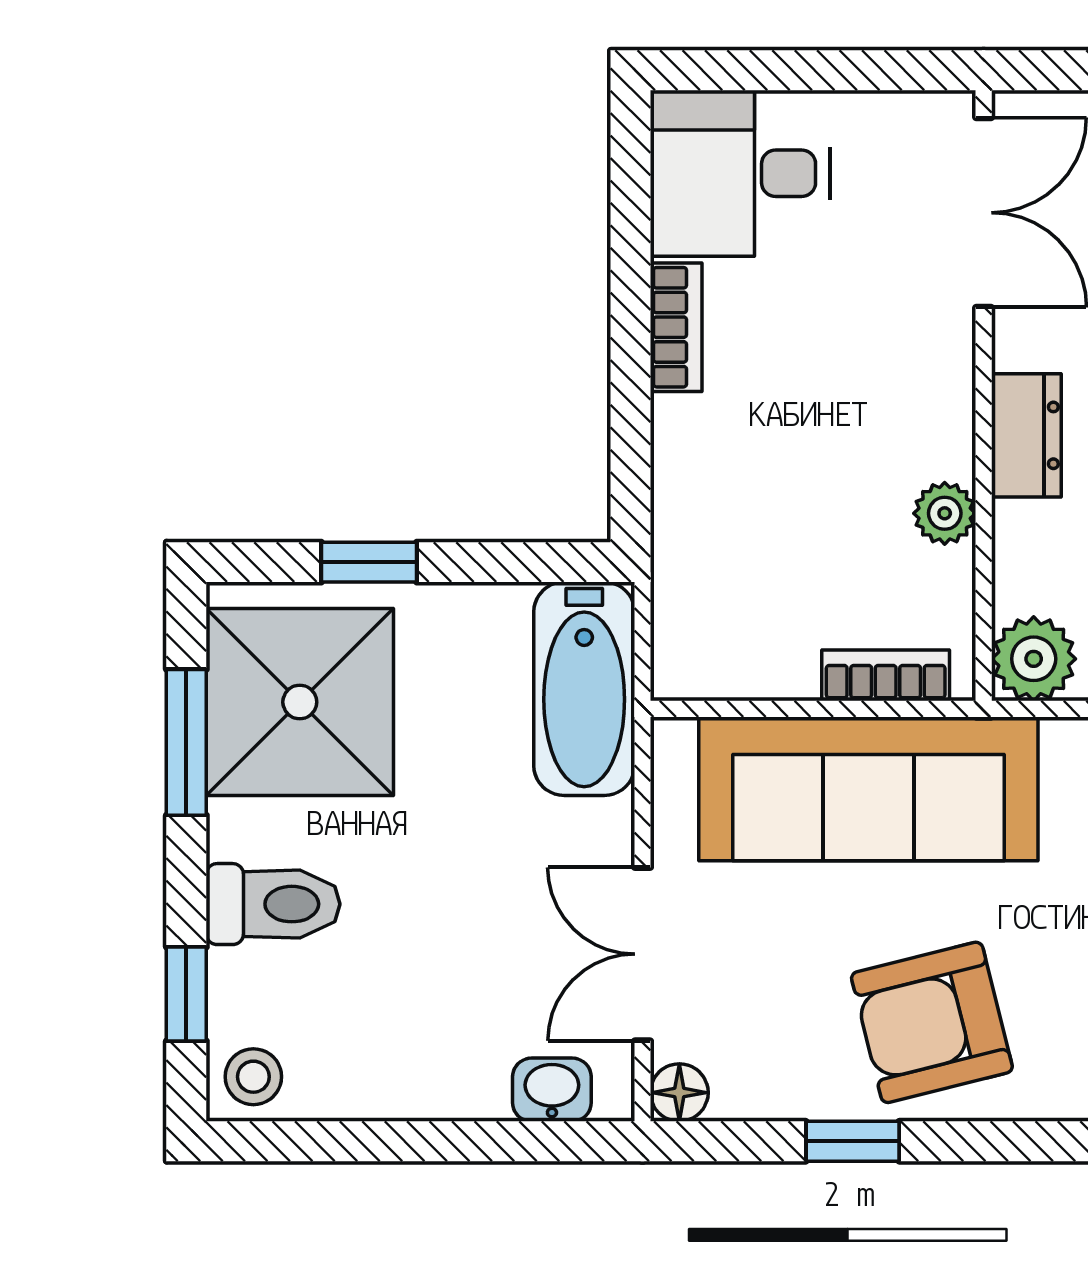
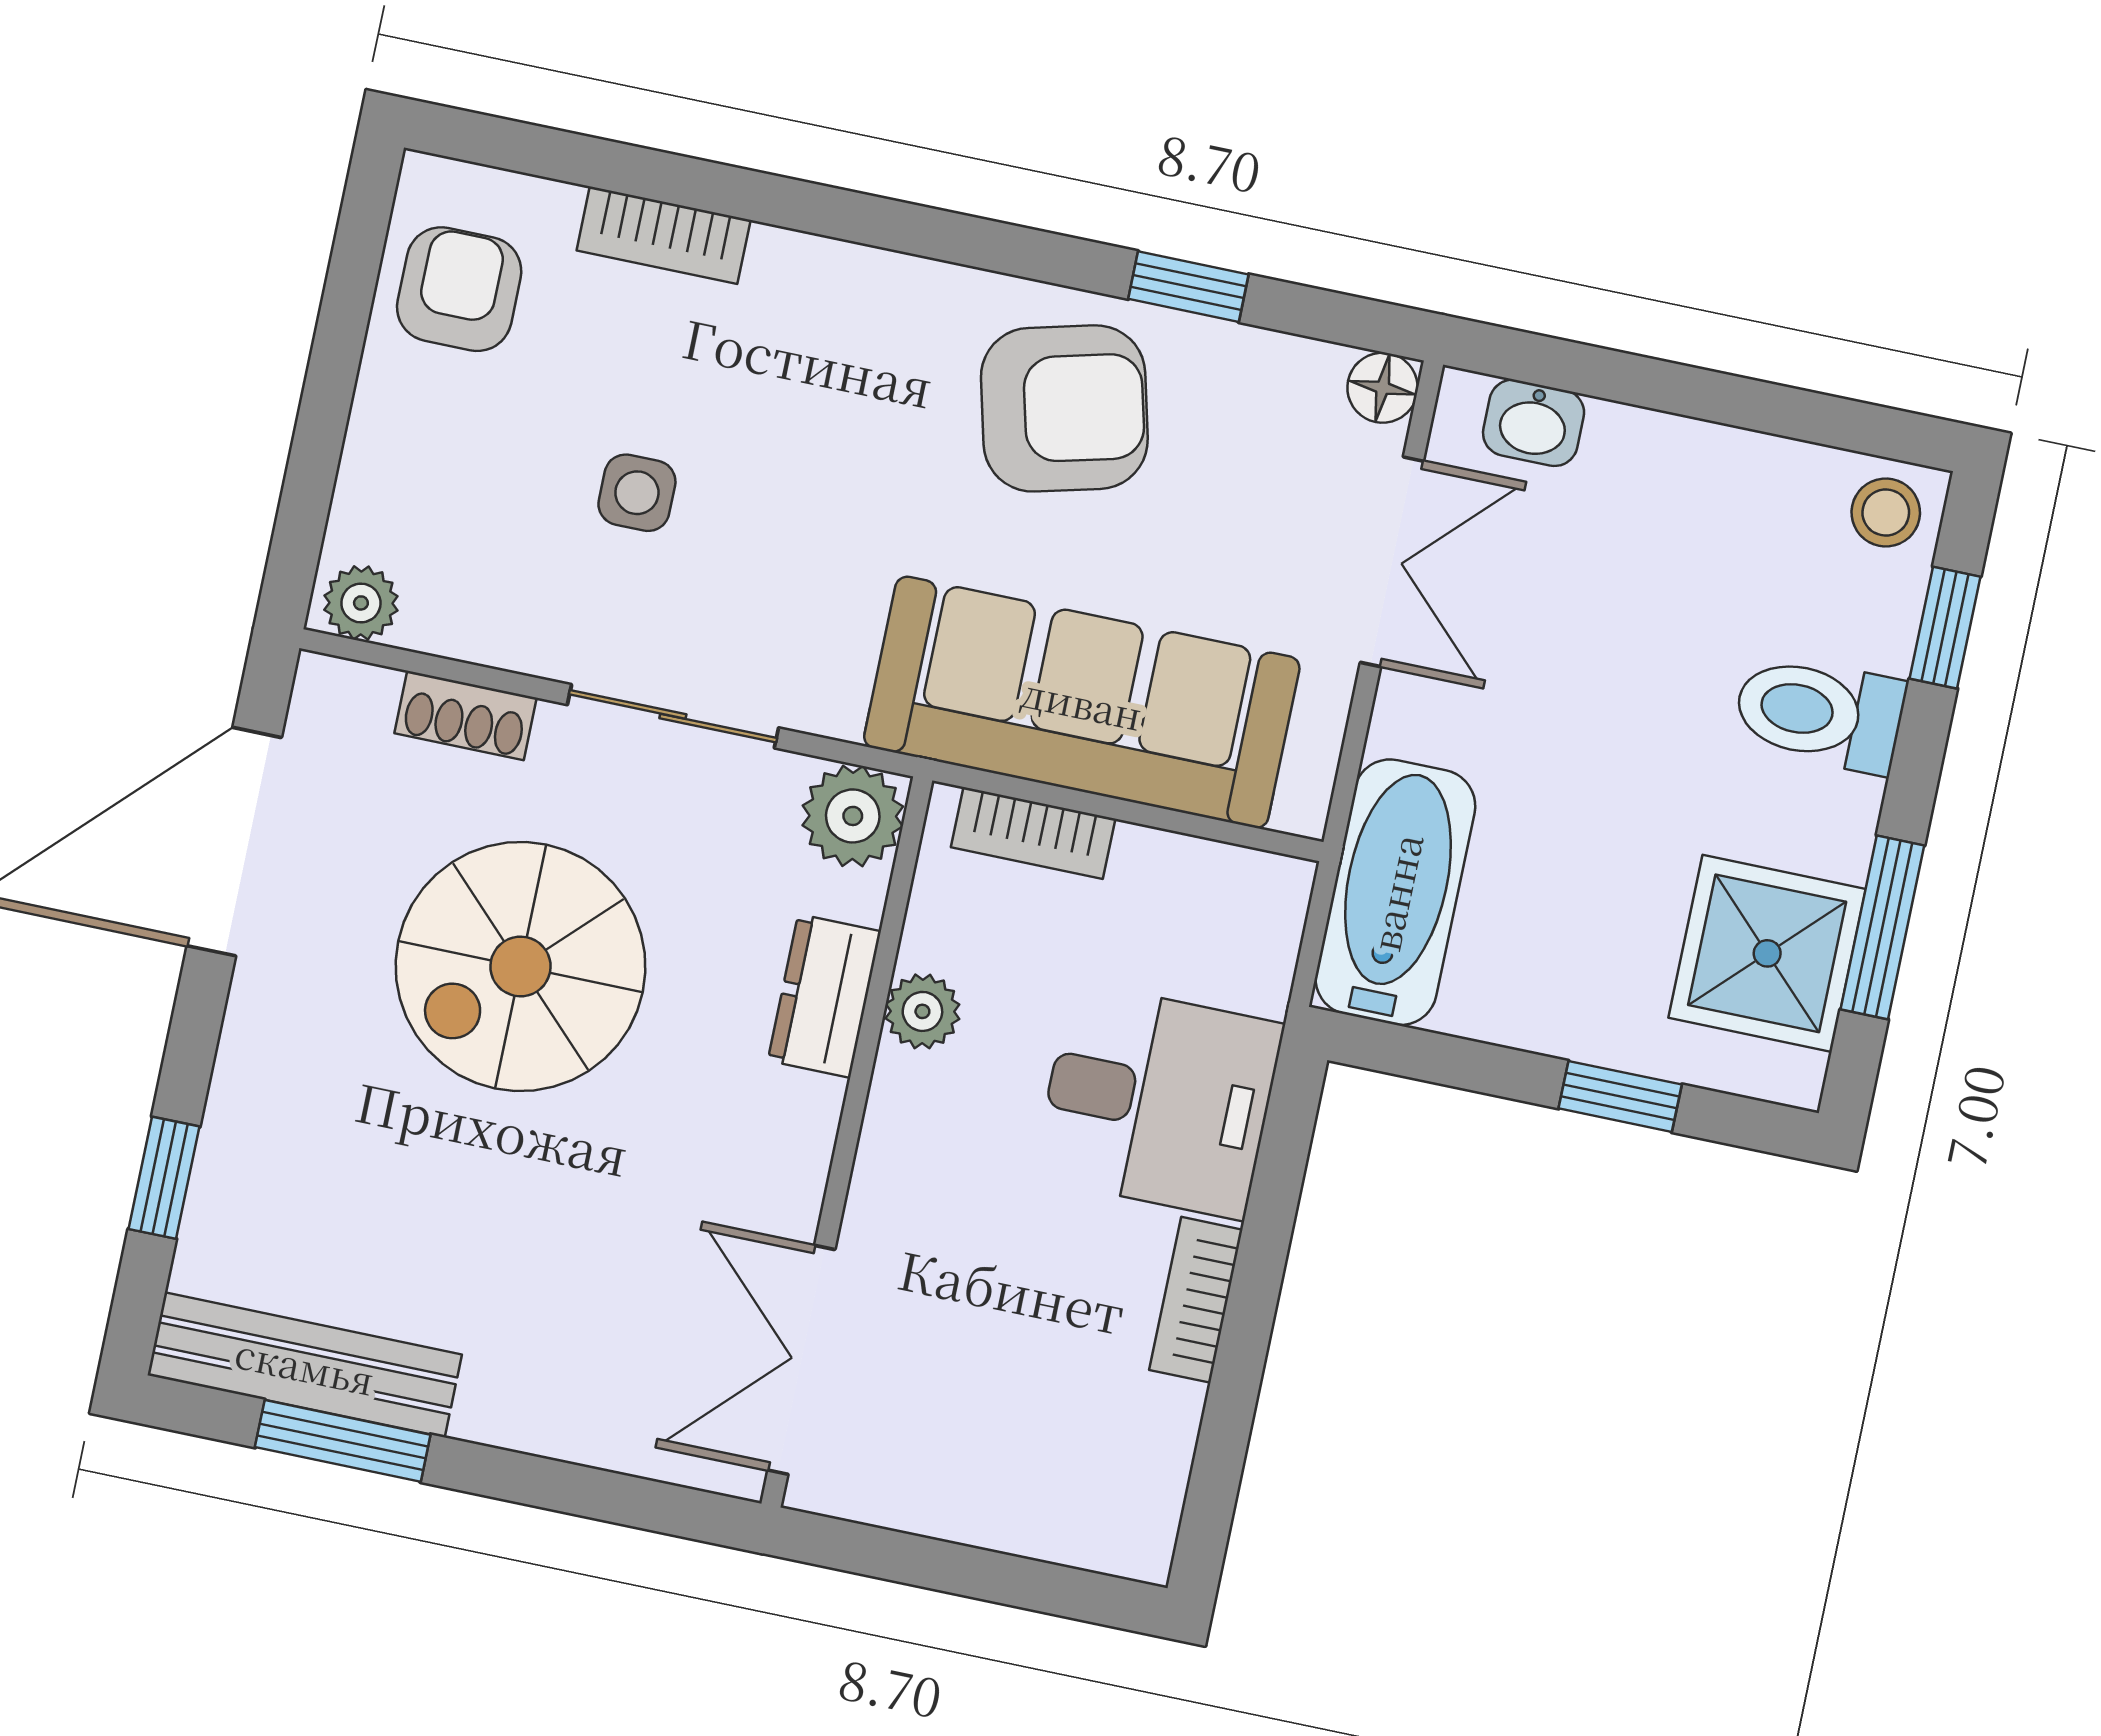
desk: (740, 173) -> (1158, 1101), moved
dresser: (1026, 435) -> (824, 996), moved
shower: (300, 702) -> (1767, 953), width x0.73, depth x0.73

